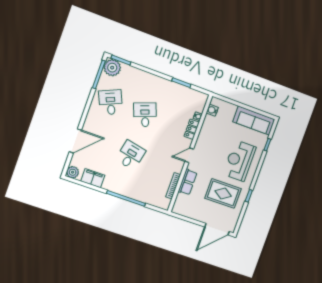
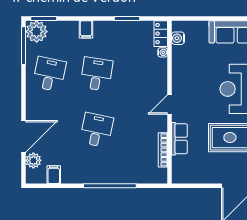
filing cabinet: (149, 80) -> (86, 29), added
desk: (111, 102) -> (49, 74), turned 36
desk: (145, 115) -> (96, 74), turned 30
locker: (192, 129) -> (161, 34), moved
plant: (73, 172) -> (33, 160), moved
filing cabinet: (93, 178) -> (54, 175), width x0.50

